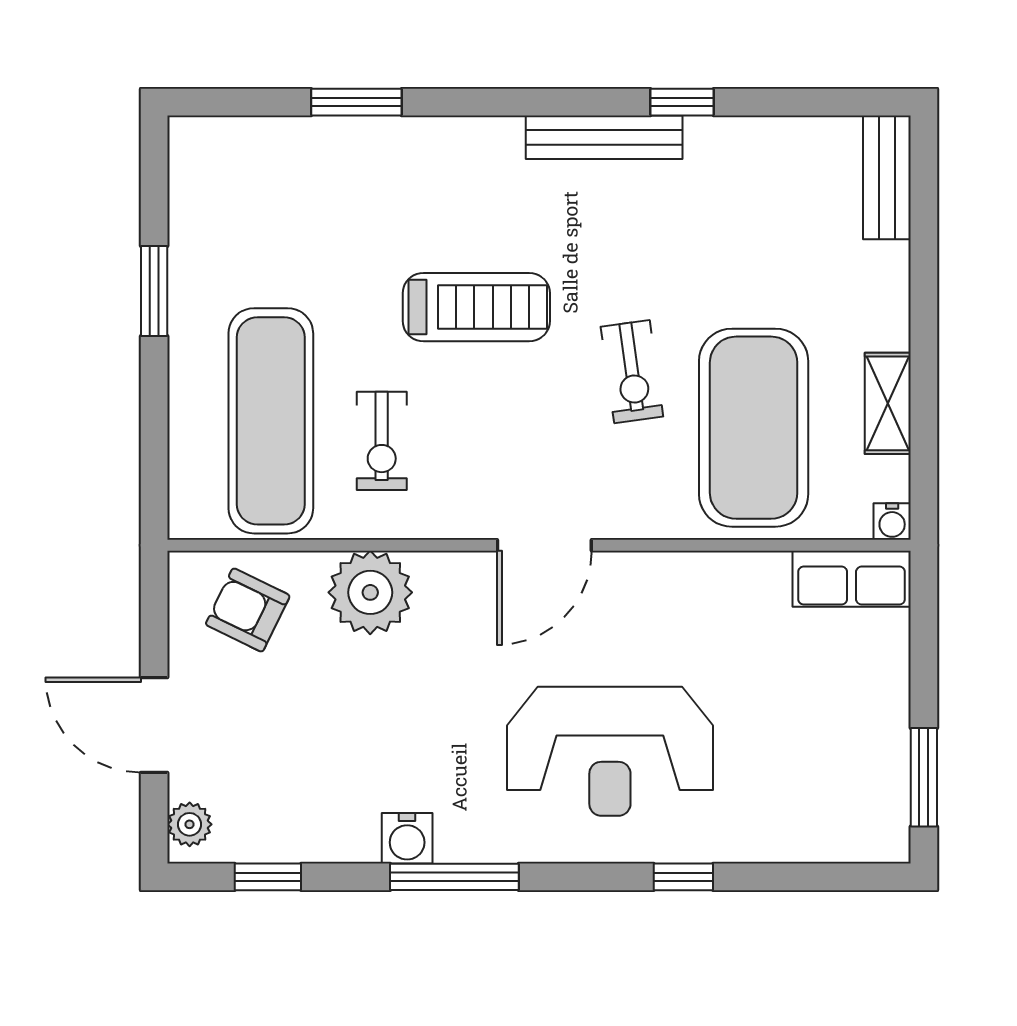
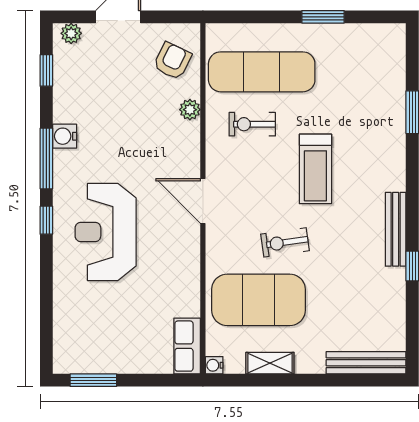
bench: (887, 177) -> (366, 363), width x1.36
plant: (370, 592) -> (190, 110), width x0.53, depth x0.53
window: (683, 877) -> (46, 220), moved

